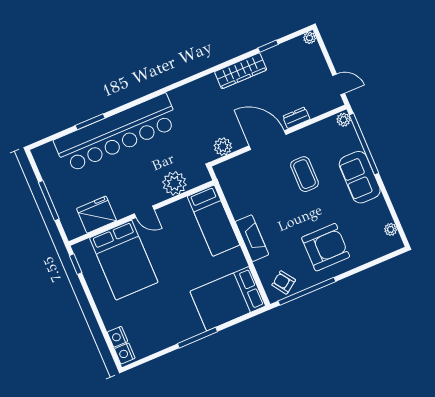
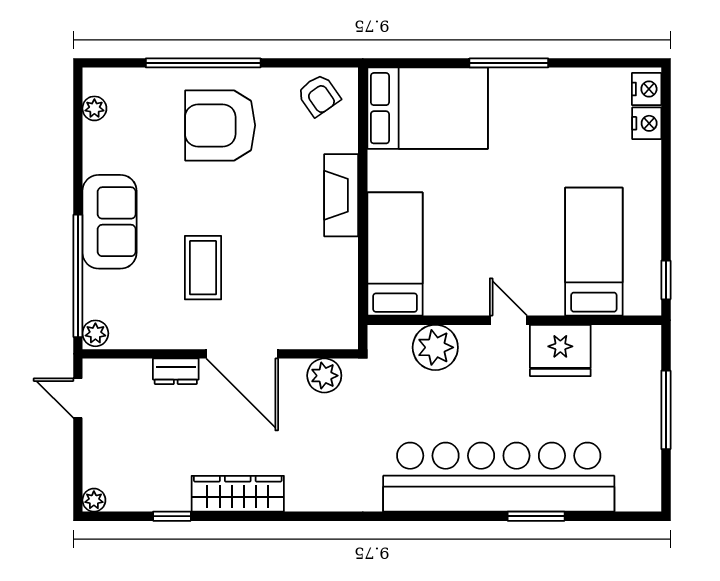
fridge: (97, 215) -> (560, 350), moved
bed: (124, 260) -> (594, 252), width x0.67
window: (307, 291) -> (203, 63), moved

